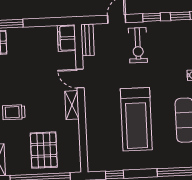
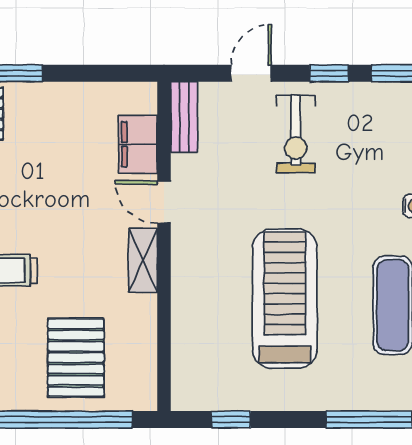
filing cabinet: (67, 38) -> (138, 144), moved
treadmill: (136, 119) -> (285, 299), turned 180

